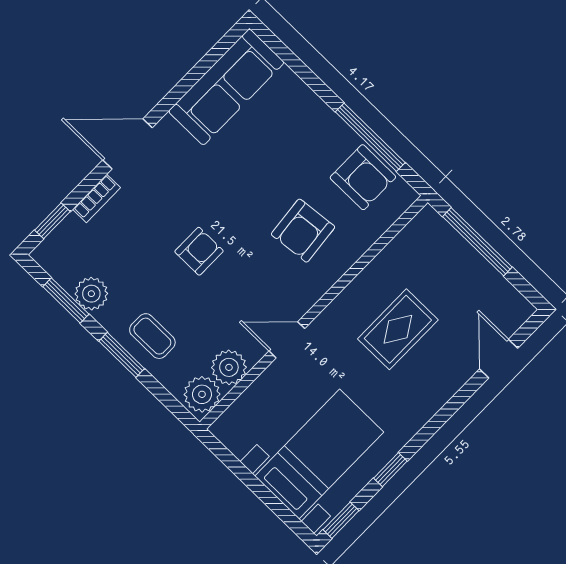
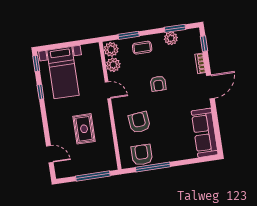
armchair: (363, 177) -> (142, 155), turned 90
door: (287, 340) -> (108, 90), hinge flipped
window: (122, 355) -> (129, 35), moved

